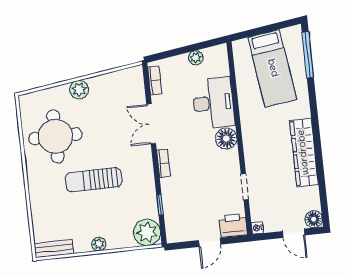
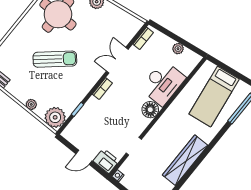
sun lounger: (94, 180) -> (55, 59), turned 139
plant: (99, 244) -> (31, 104), moved

